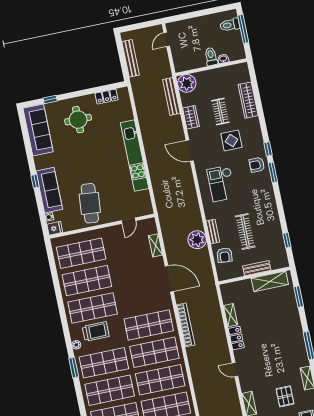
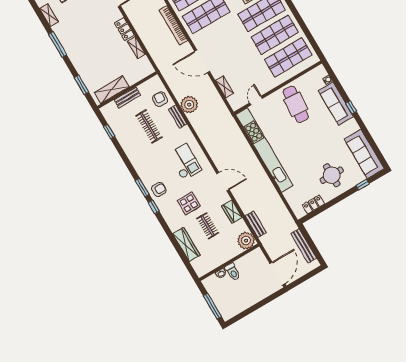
toilet: (230, 25) -> (226, 306), removed
door: (167, 39) -> (277, 274), width x1.87
bench: (171, 96) -> (256, 224), width x0.73
kitchen unit: (135, 156) -> (264, 150), width x1.36
fridge: (55, 228) -> (319, 71), removed

